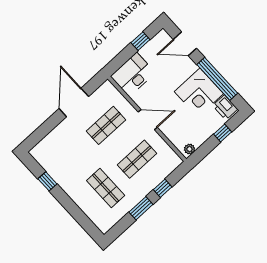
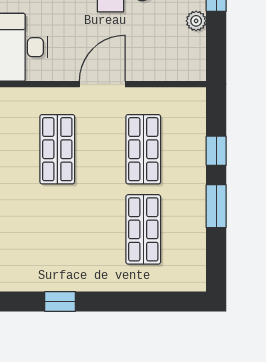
plant: (189, 149) -> (196, 21), moved
shop shelf: (106, 188) -> (143, 229), turned 90

